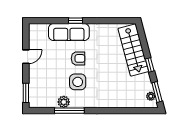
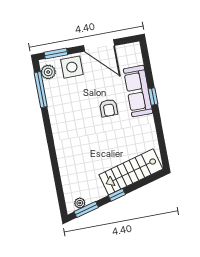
door: (26, 57) -> (99, 45), width x1.88
side table: (78, 82) -> (72, 67), moved
plant: (64, 102) -> (48, 72), moved
window: (69, 111) -> (41, 90), moved

